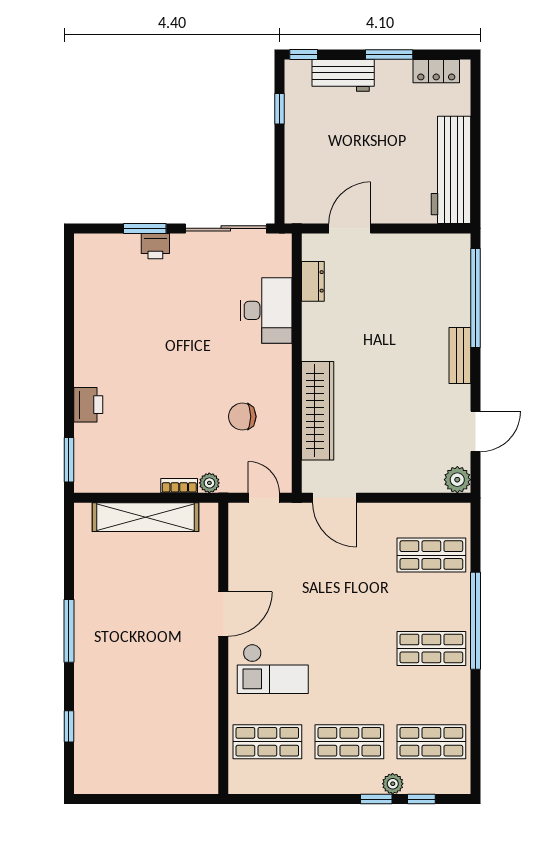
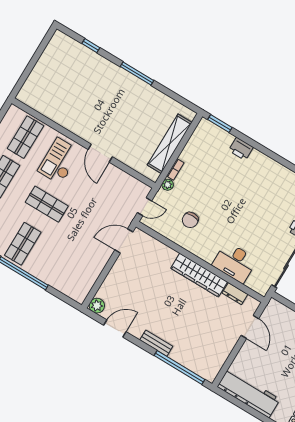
wardrobe: (318, 411) -> (199, 275), moved
chair: (242, 417) -> (190, 220), turned 180
door: (475, 431) -> (115, 329), swing flipped
shop shelf: (431, 555) -> (47, 204), moved, turned 90

